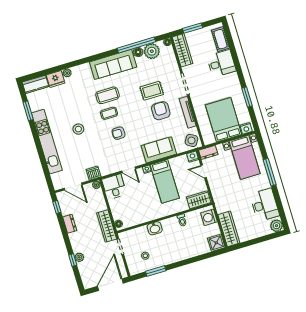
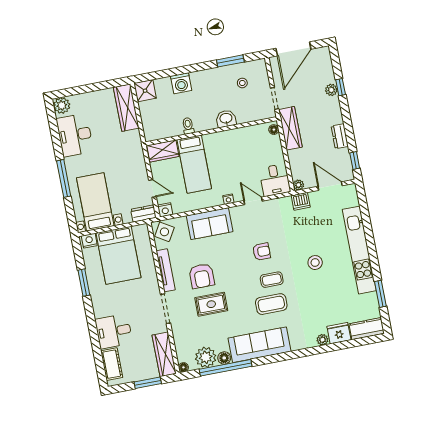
bed: (165, 181) -> (194, 164), moved, turned 180
washing machine: (209, 217) -> (181, 83), moved, turned 90

